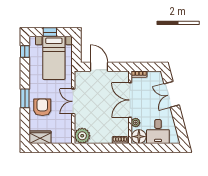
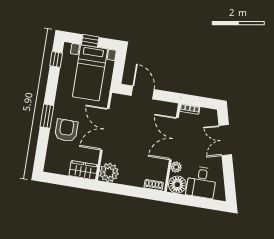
double door: (73, 101) -> (105, 129), width x1.37
wardrobe: (40, 137) -> (83, 170), moved

